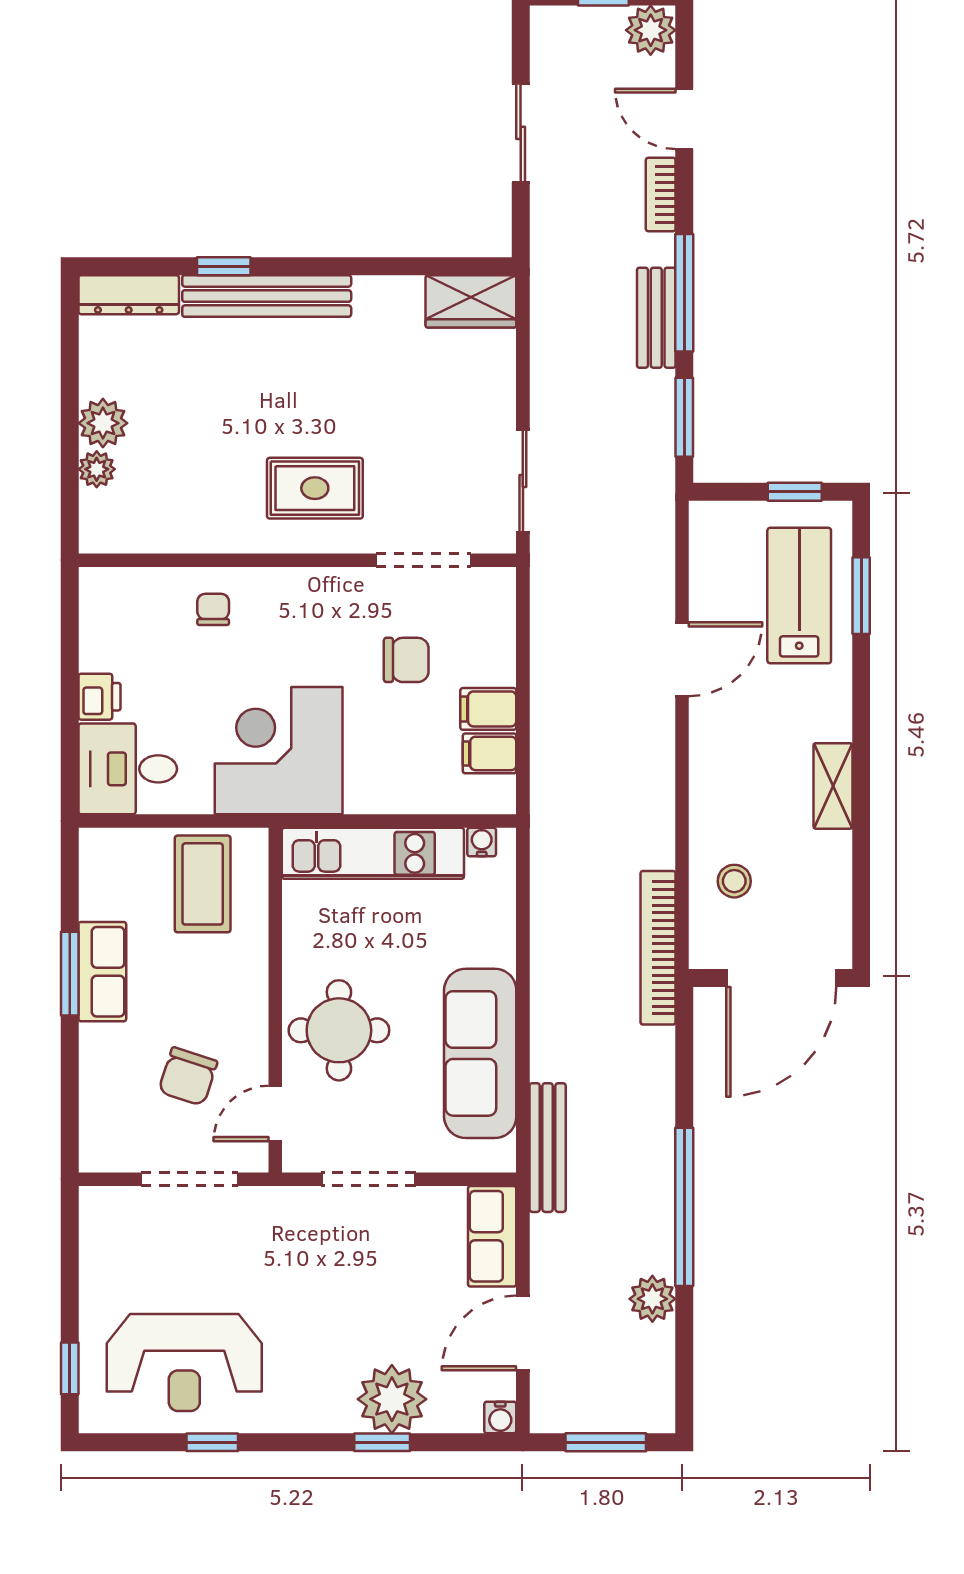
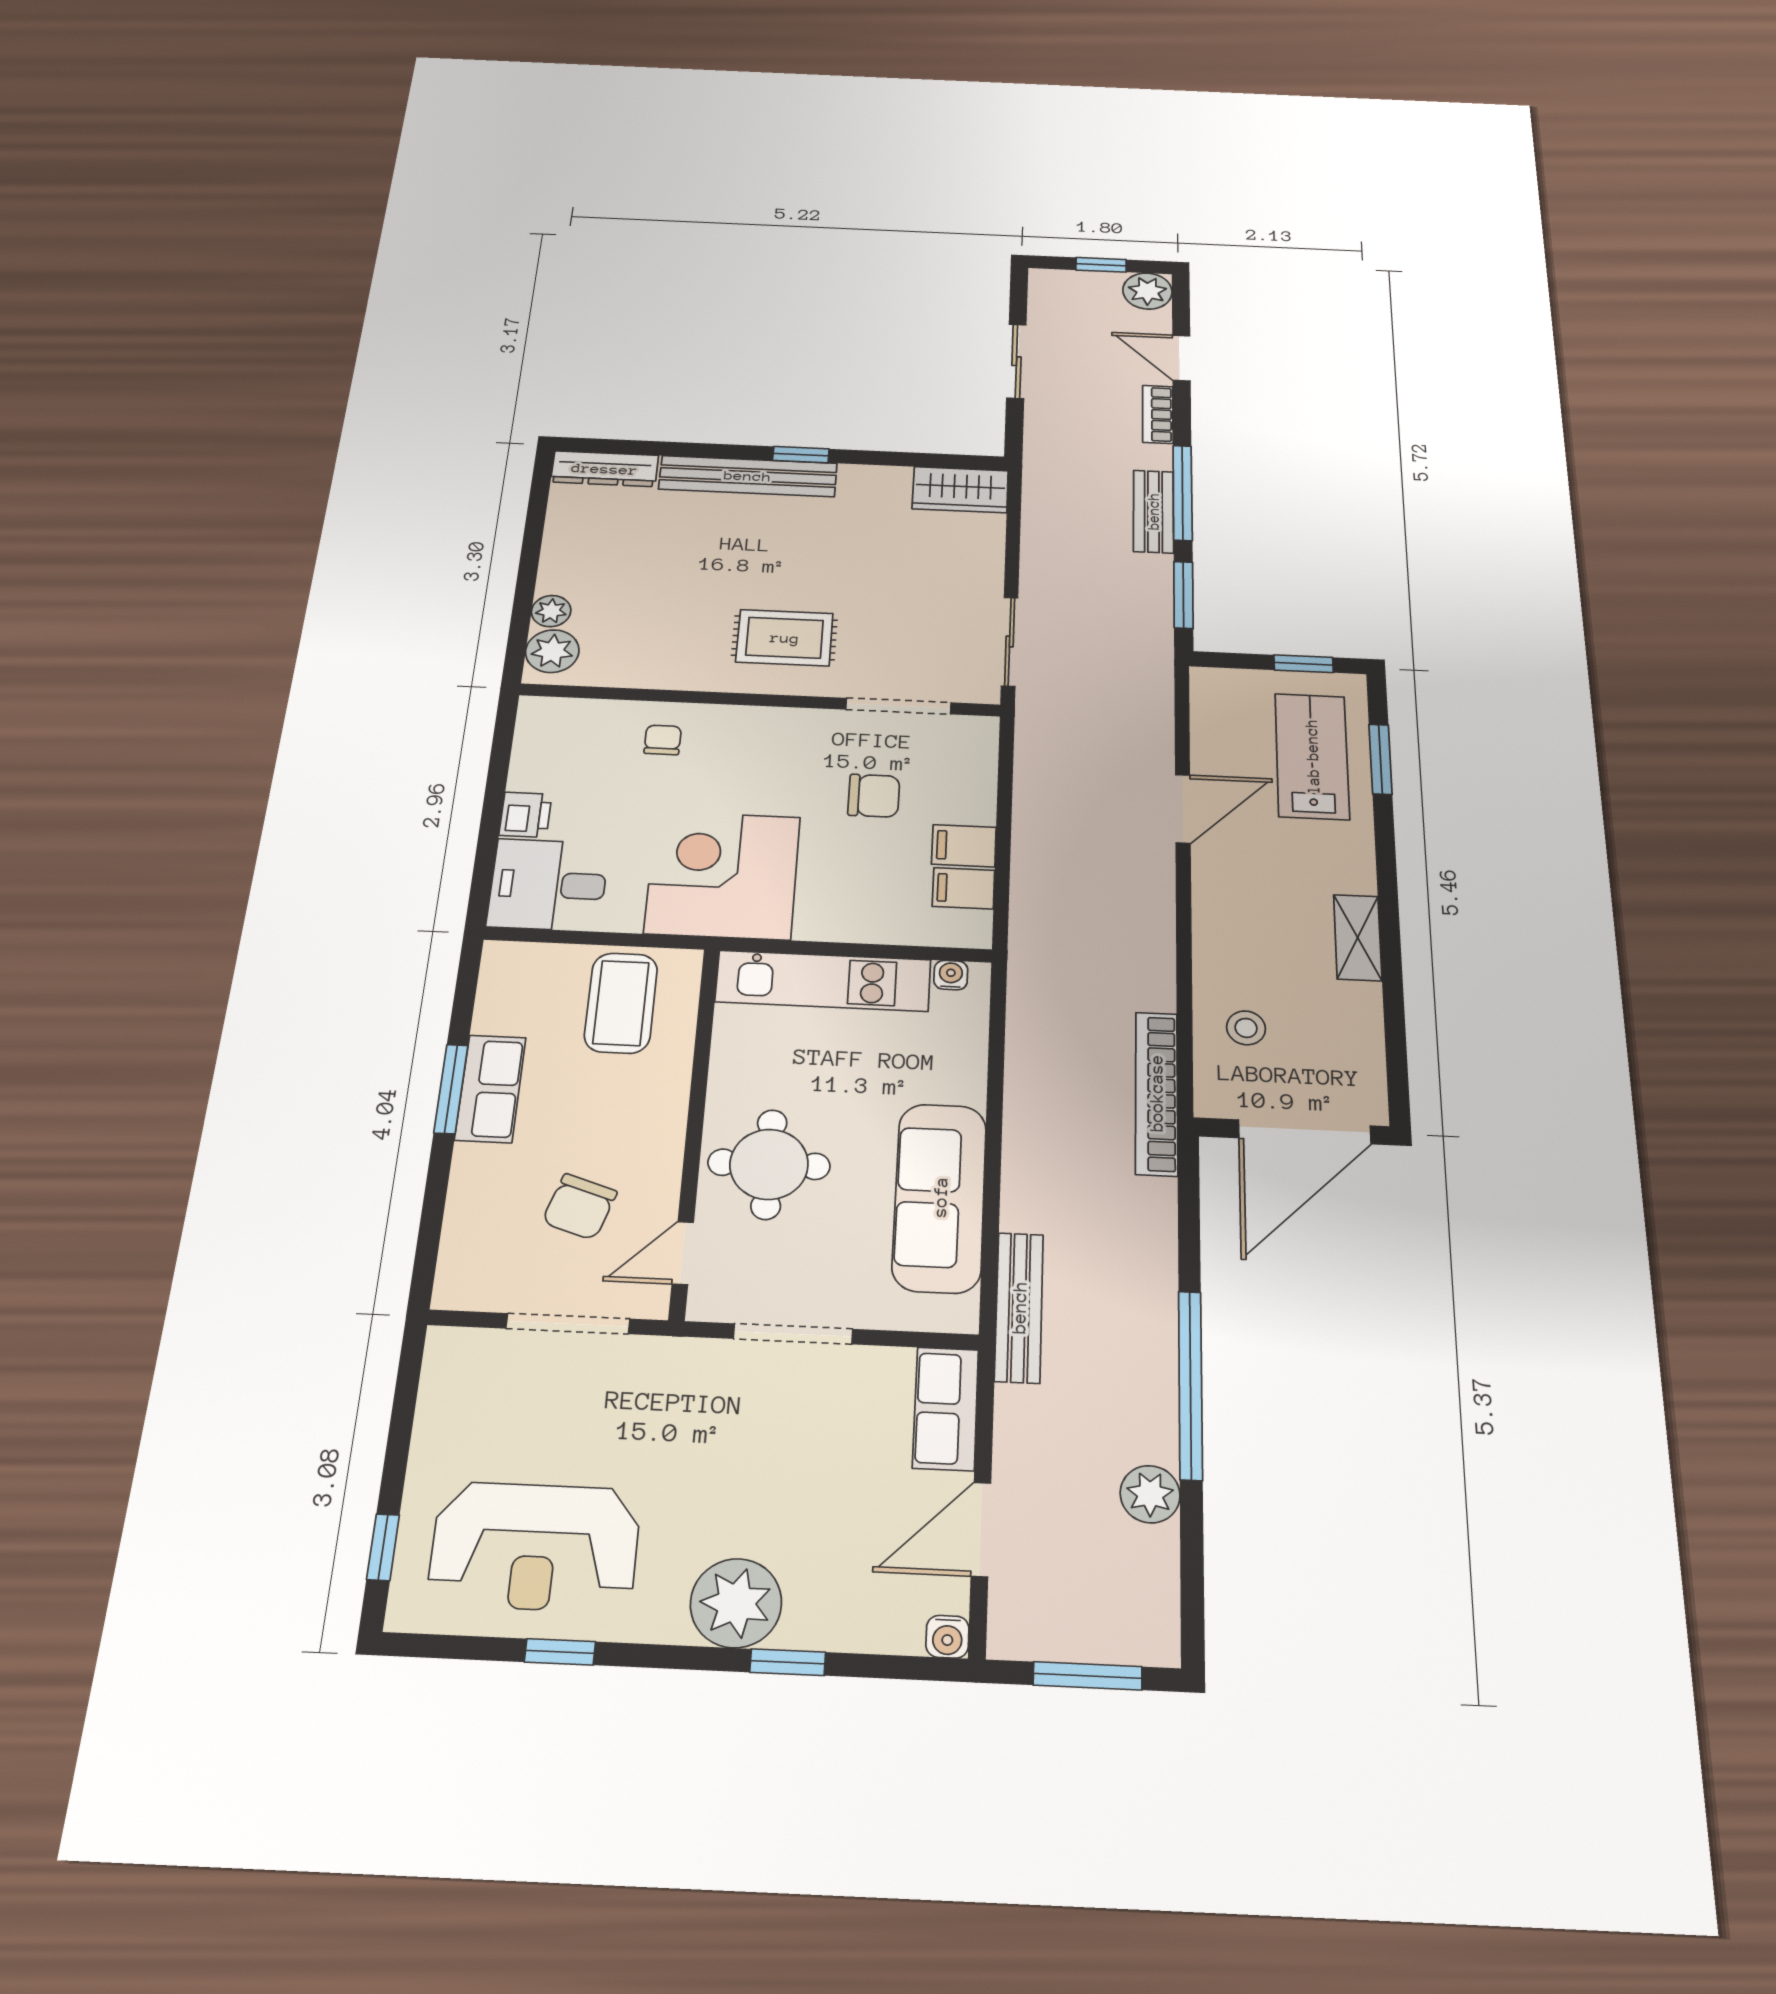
window: (224, 266) -> (801, 455), moved
plant: (103, 423) -> (552, 651), moved
plant: (392, 1399) -> (736, 1603), moved

